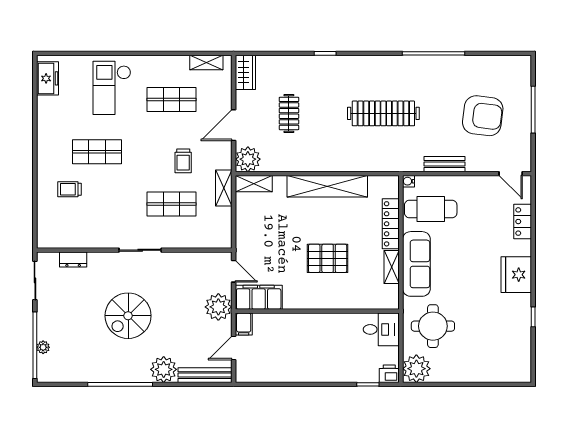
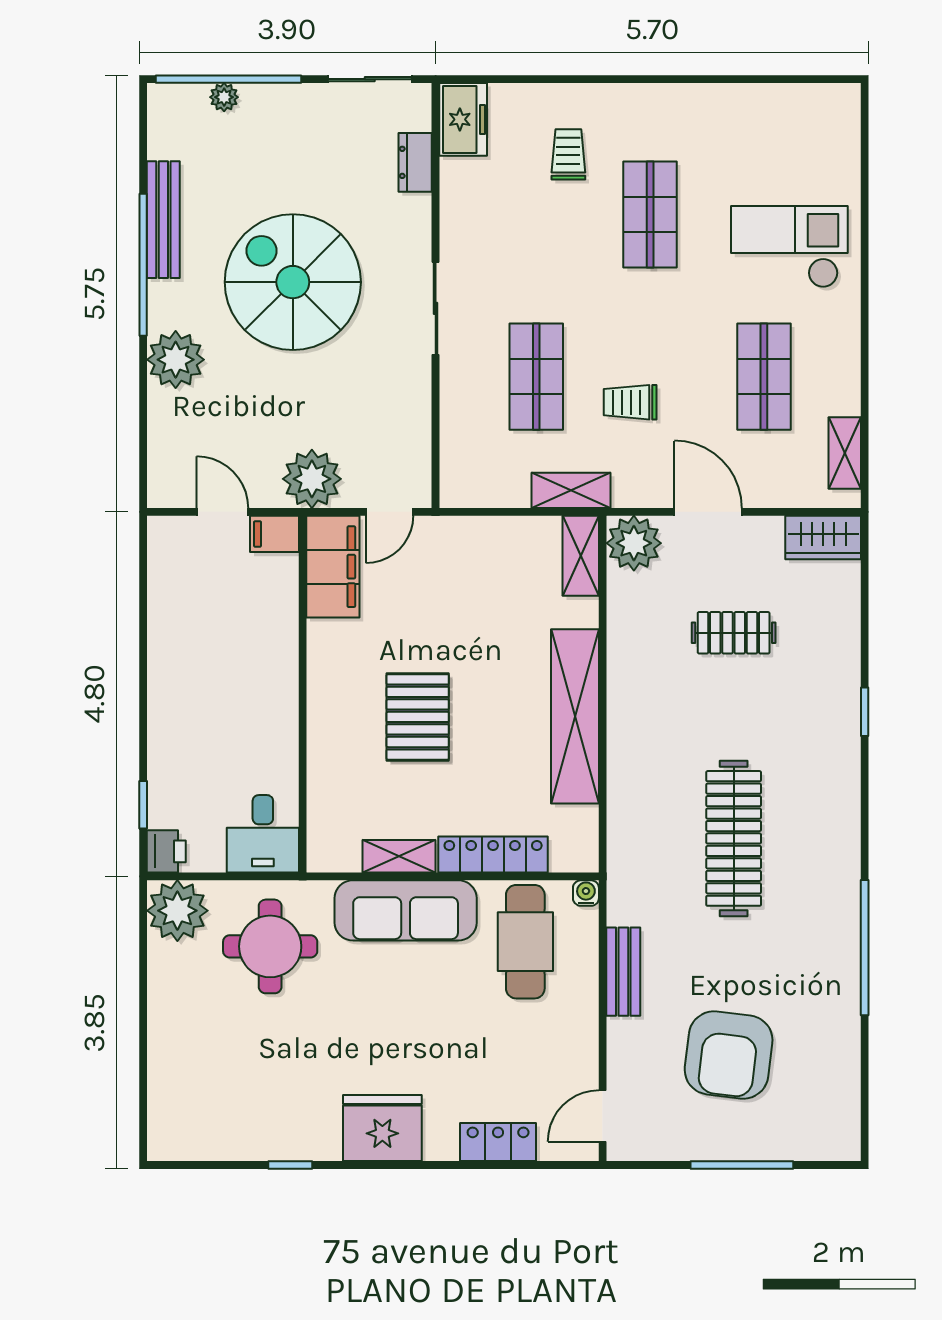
freezer: (48, 78) -> (463, 119), moved, turned -90
spiral stairs: (128, 316) -> (293, 282), width x1.37, depth x1.37
bench: (205, 375) -> (163, 220), moved

